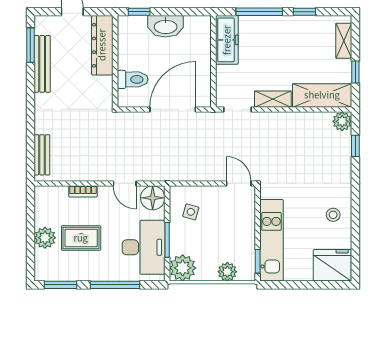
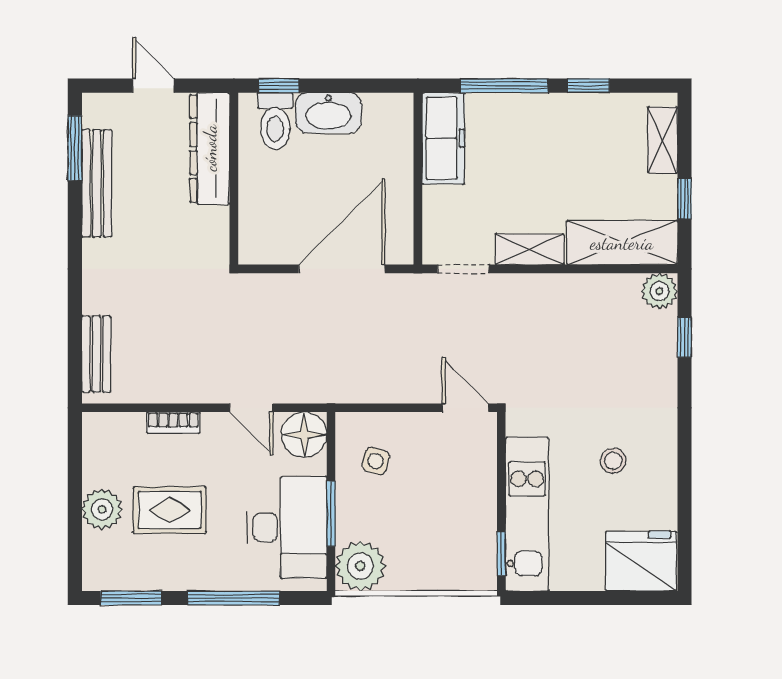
toilet: (133, 79) -> (275, 121), moved, turned 90
stool: (333, 215) -> (613, 461), moved
plant: (227, 272) -> (444, 573), removed

